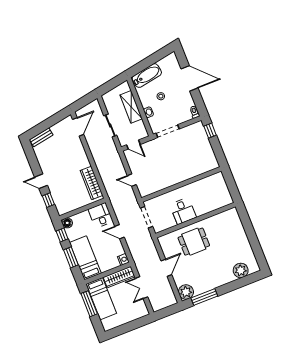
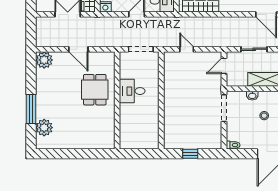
window: (210, 131) -> (190, 154), moved
door: (132, 180) -> (187, 49), hinge flipped
window: (204, 297) -> (31, 109), moved

